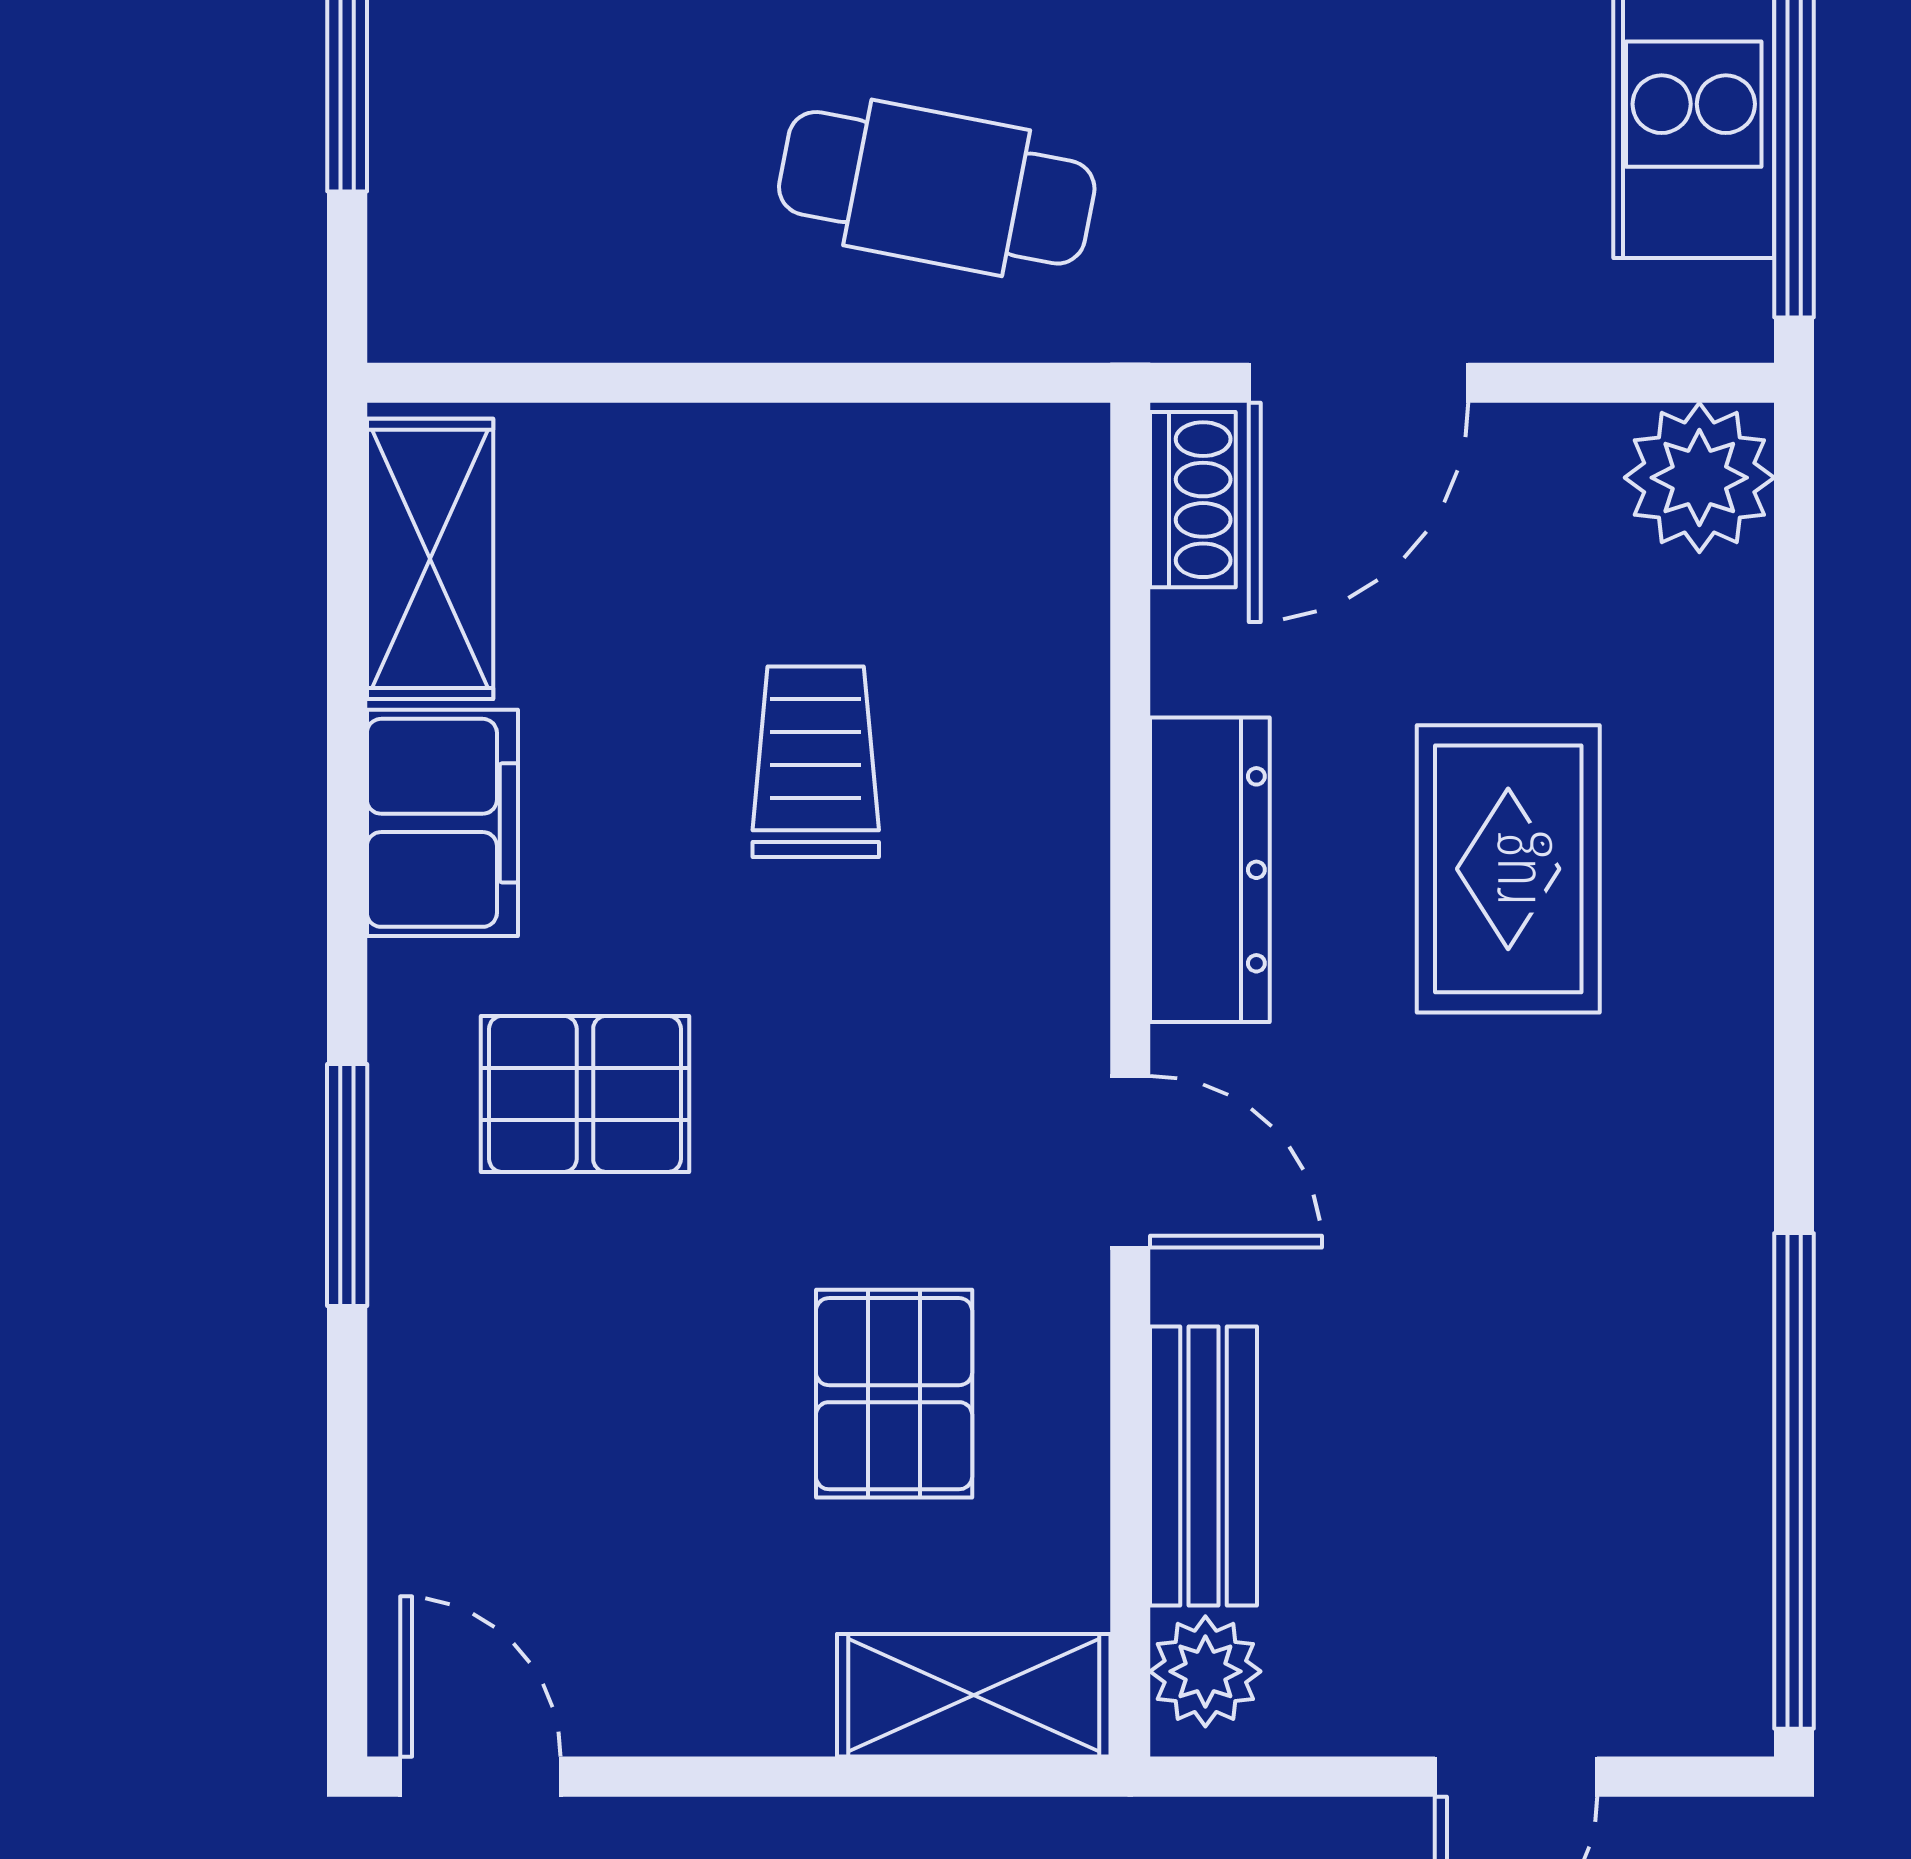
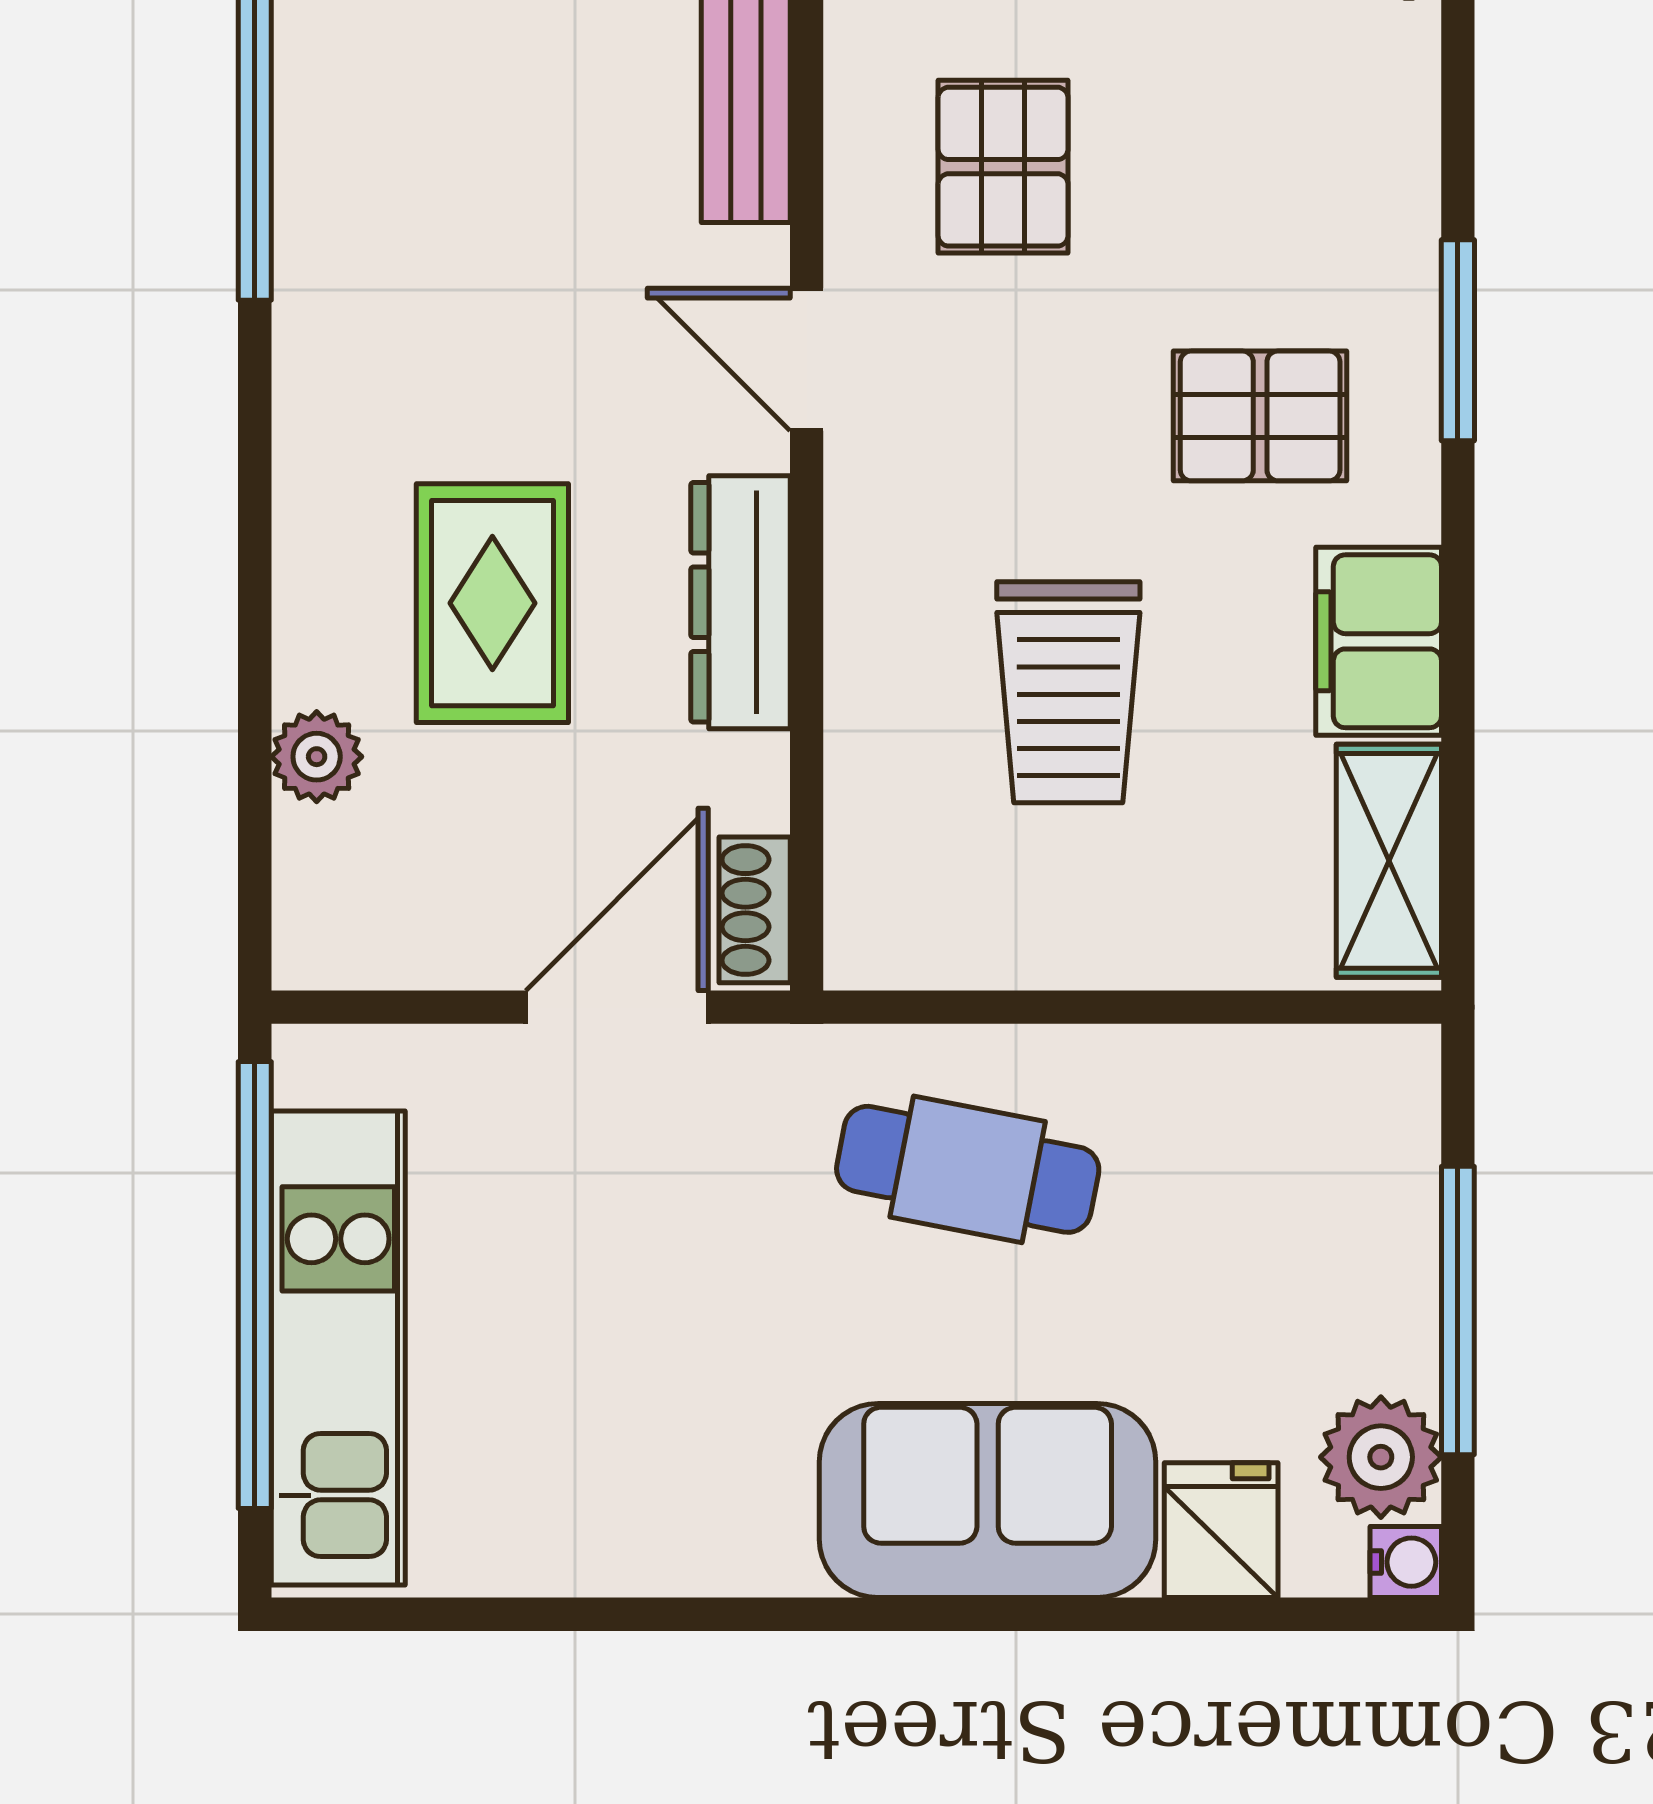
plant: (1699, 478) -> (317, 757), moved, width x0.73, depth x0.73
trolley: (816, 762) -> (1068, 692), width x1.36, depth x1.39

